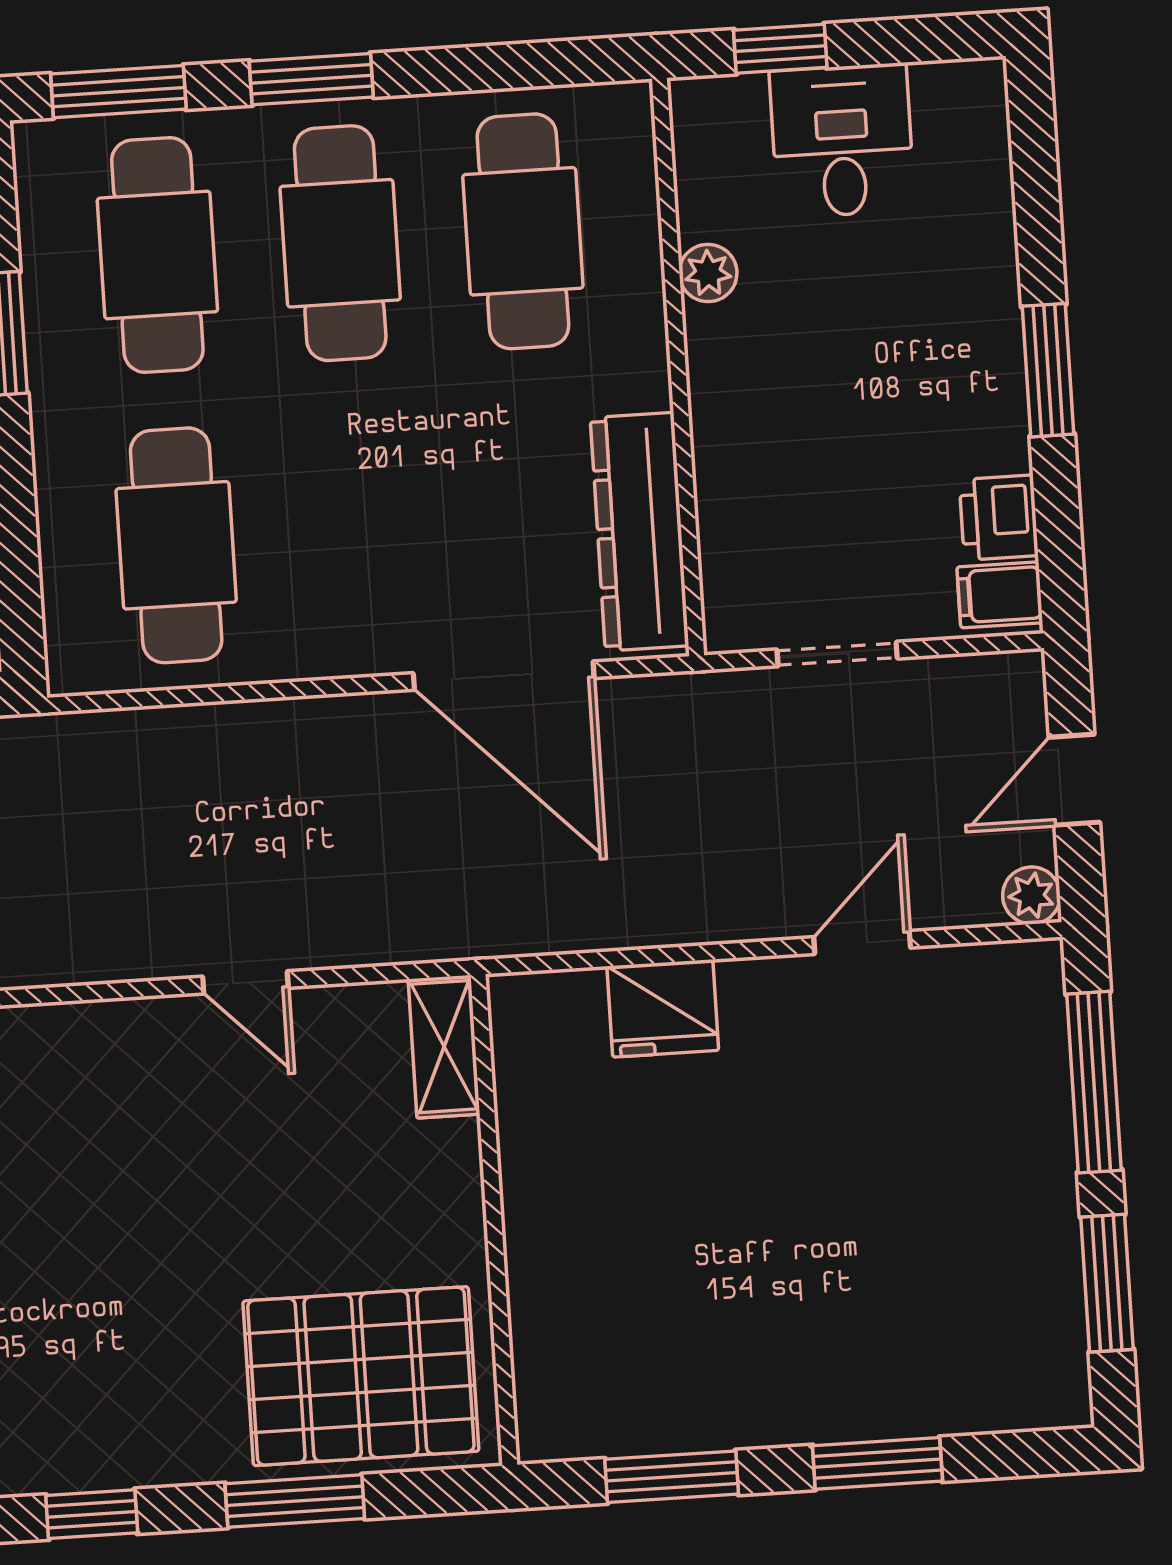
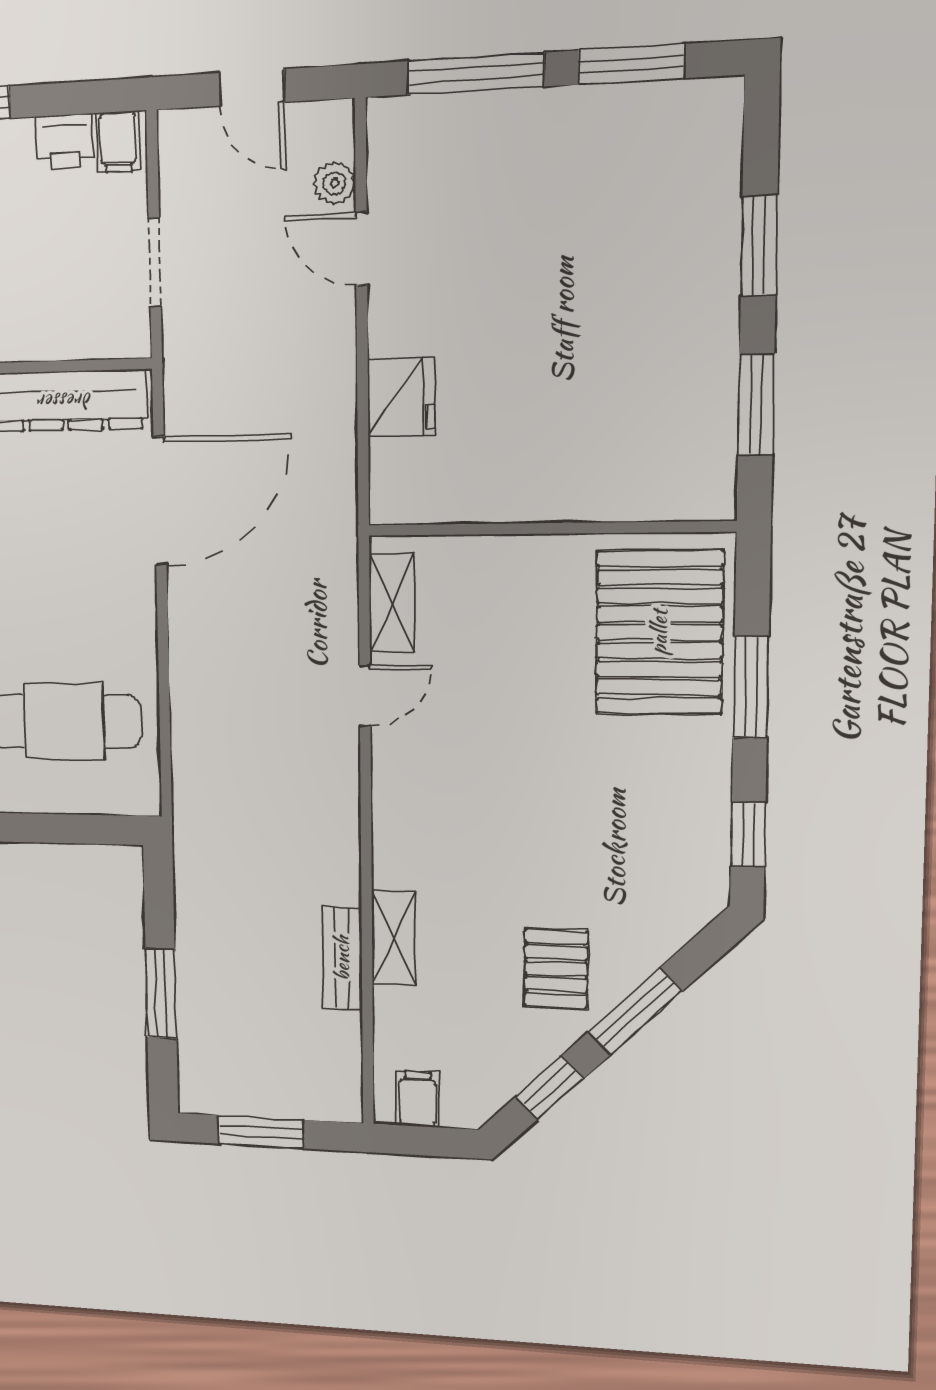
plant: (1031, 895) -> (335, 183), moved
shelving: (444, 1047) -> (392, 603), moved, turned 90

